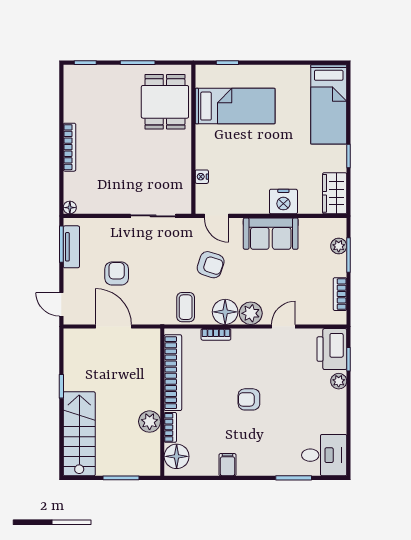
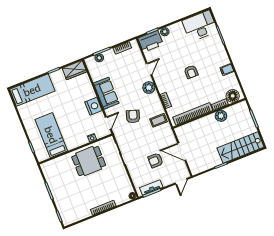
dining table: (165, 102) -> (89, 161), moved
nightstand: (283, 202) -> (93, 106), moved
floor lamp: (225, 312) -> (153, 100), removed
door: (114, 327) -> (182, 152), hinge flipped
door: (283, 327) -> (149, 69), swing flipped
desk: (324, 455) -> (200, 26), width x1.37

